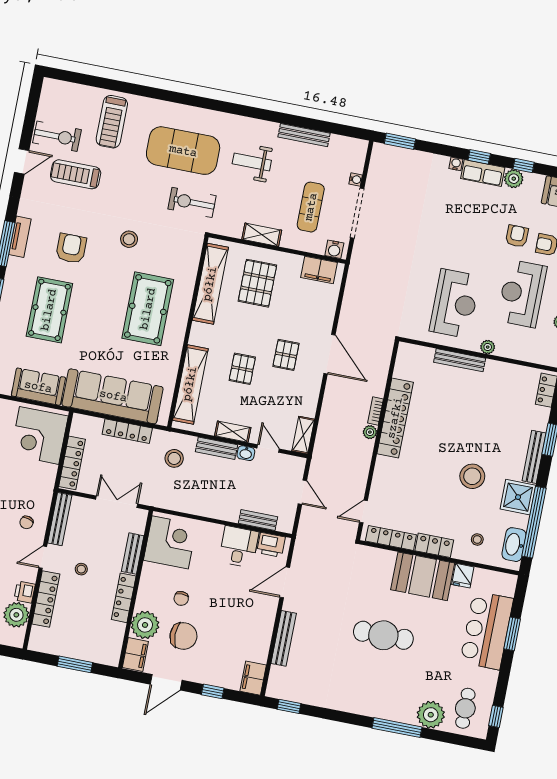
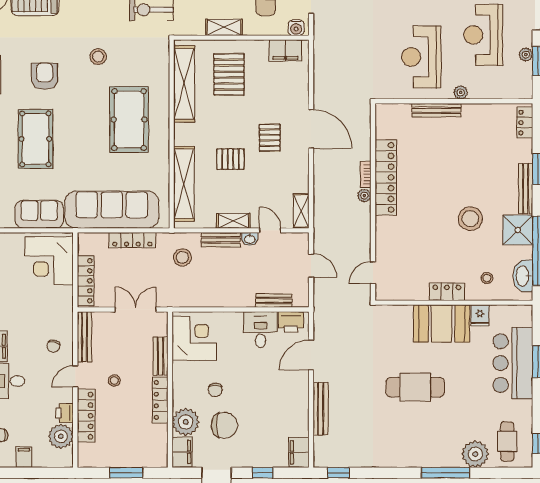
reception desk: (455, 304) -> (421, 57), turned 180
pallet: (242, 369) -> (231, 159), turned 90
locker: (391, 538) -> (404, 293), removed

